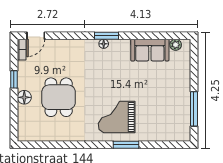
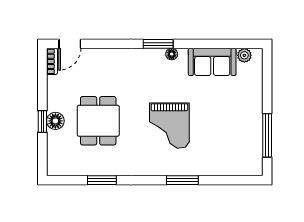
floor lamp: (104, 44) -> (172, 54), moved
window: (14, 79) -> (42, 122), moved
grand piano: (117, 117) -> (169, 126), moved, turned -90
window: (62, 145) -> (102, 180), added

